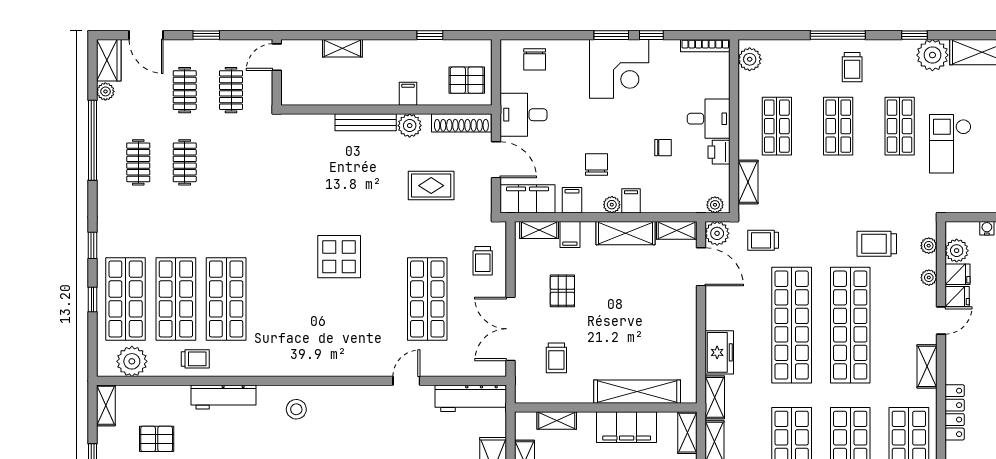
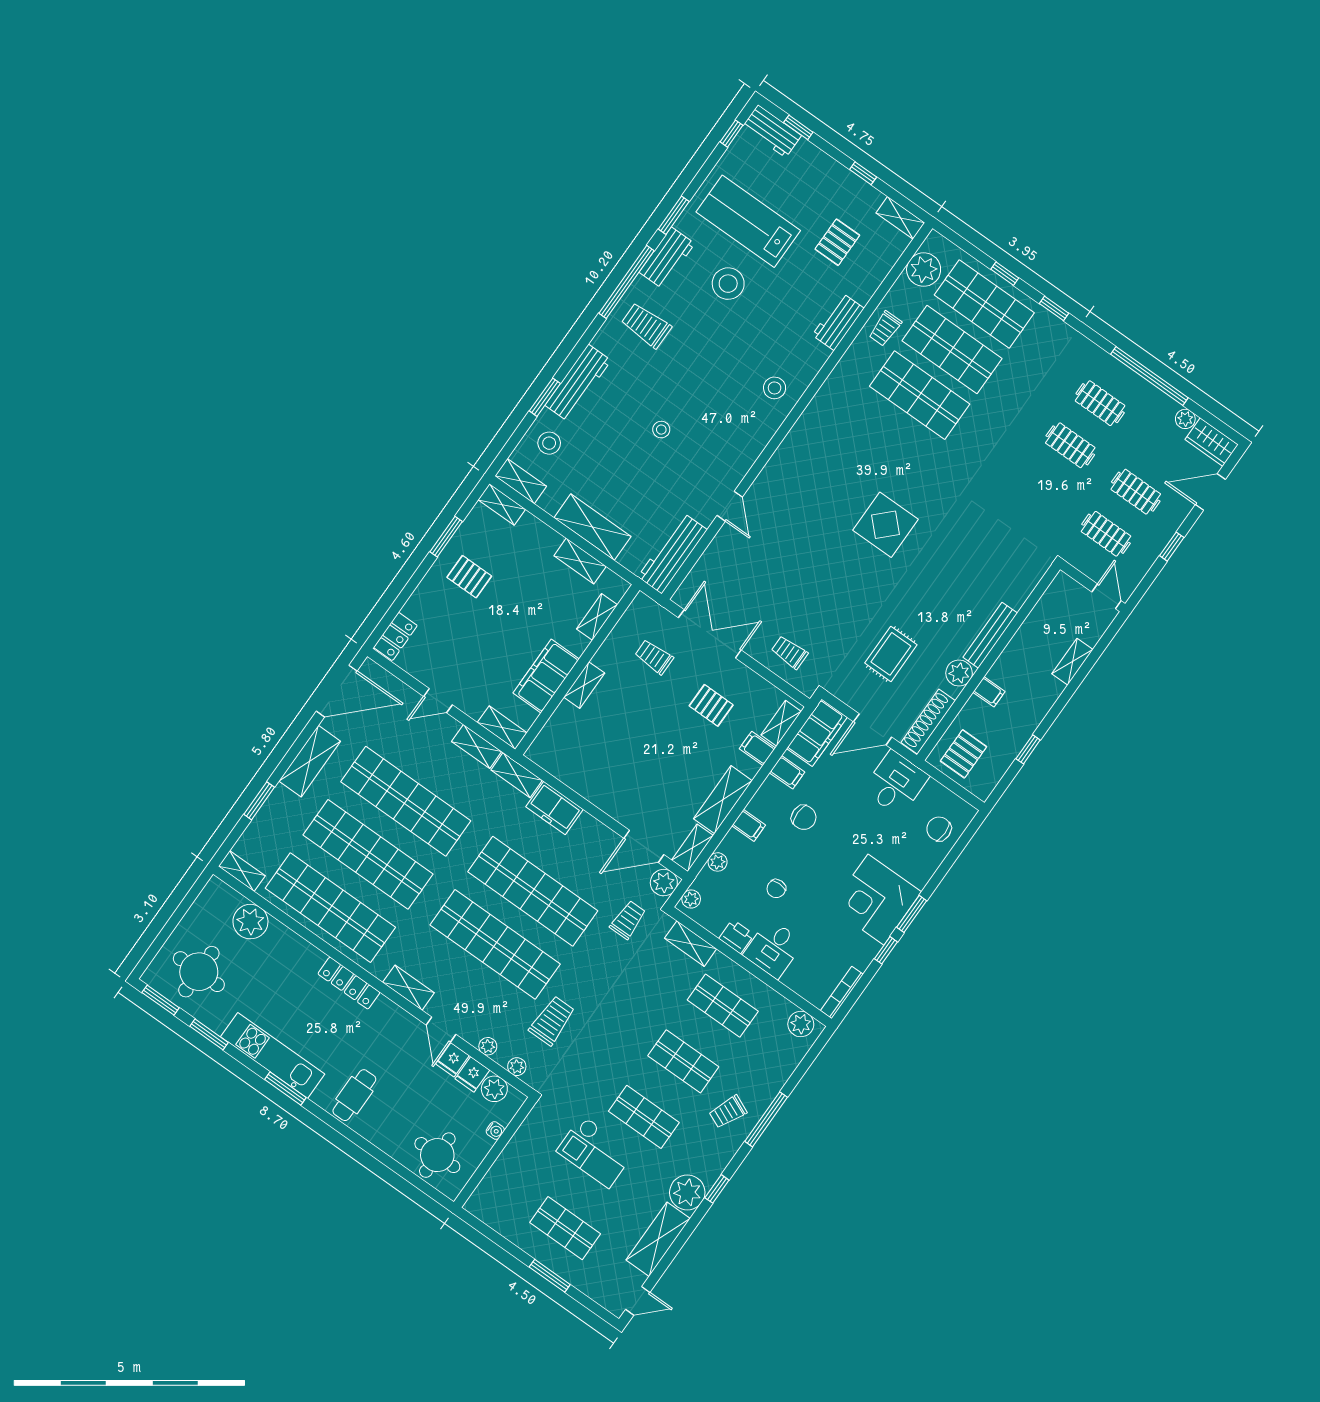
trolley: (852, 67) -> (728, 1112), turned -66
checkout: (950, 144) -> (595, 1152), turned 180
plant: (612, 205) -> (718, 862), moved
shop shelf: (427, 299) -> (790, 578), removed
shelving: (637, 392) -> (584, 685), width x0.45, depth x0.75
workbench: (223, 397) -> (838, 322), width x0.73

